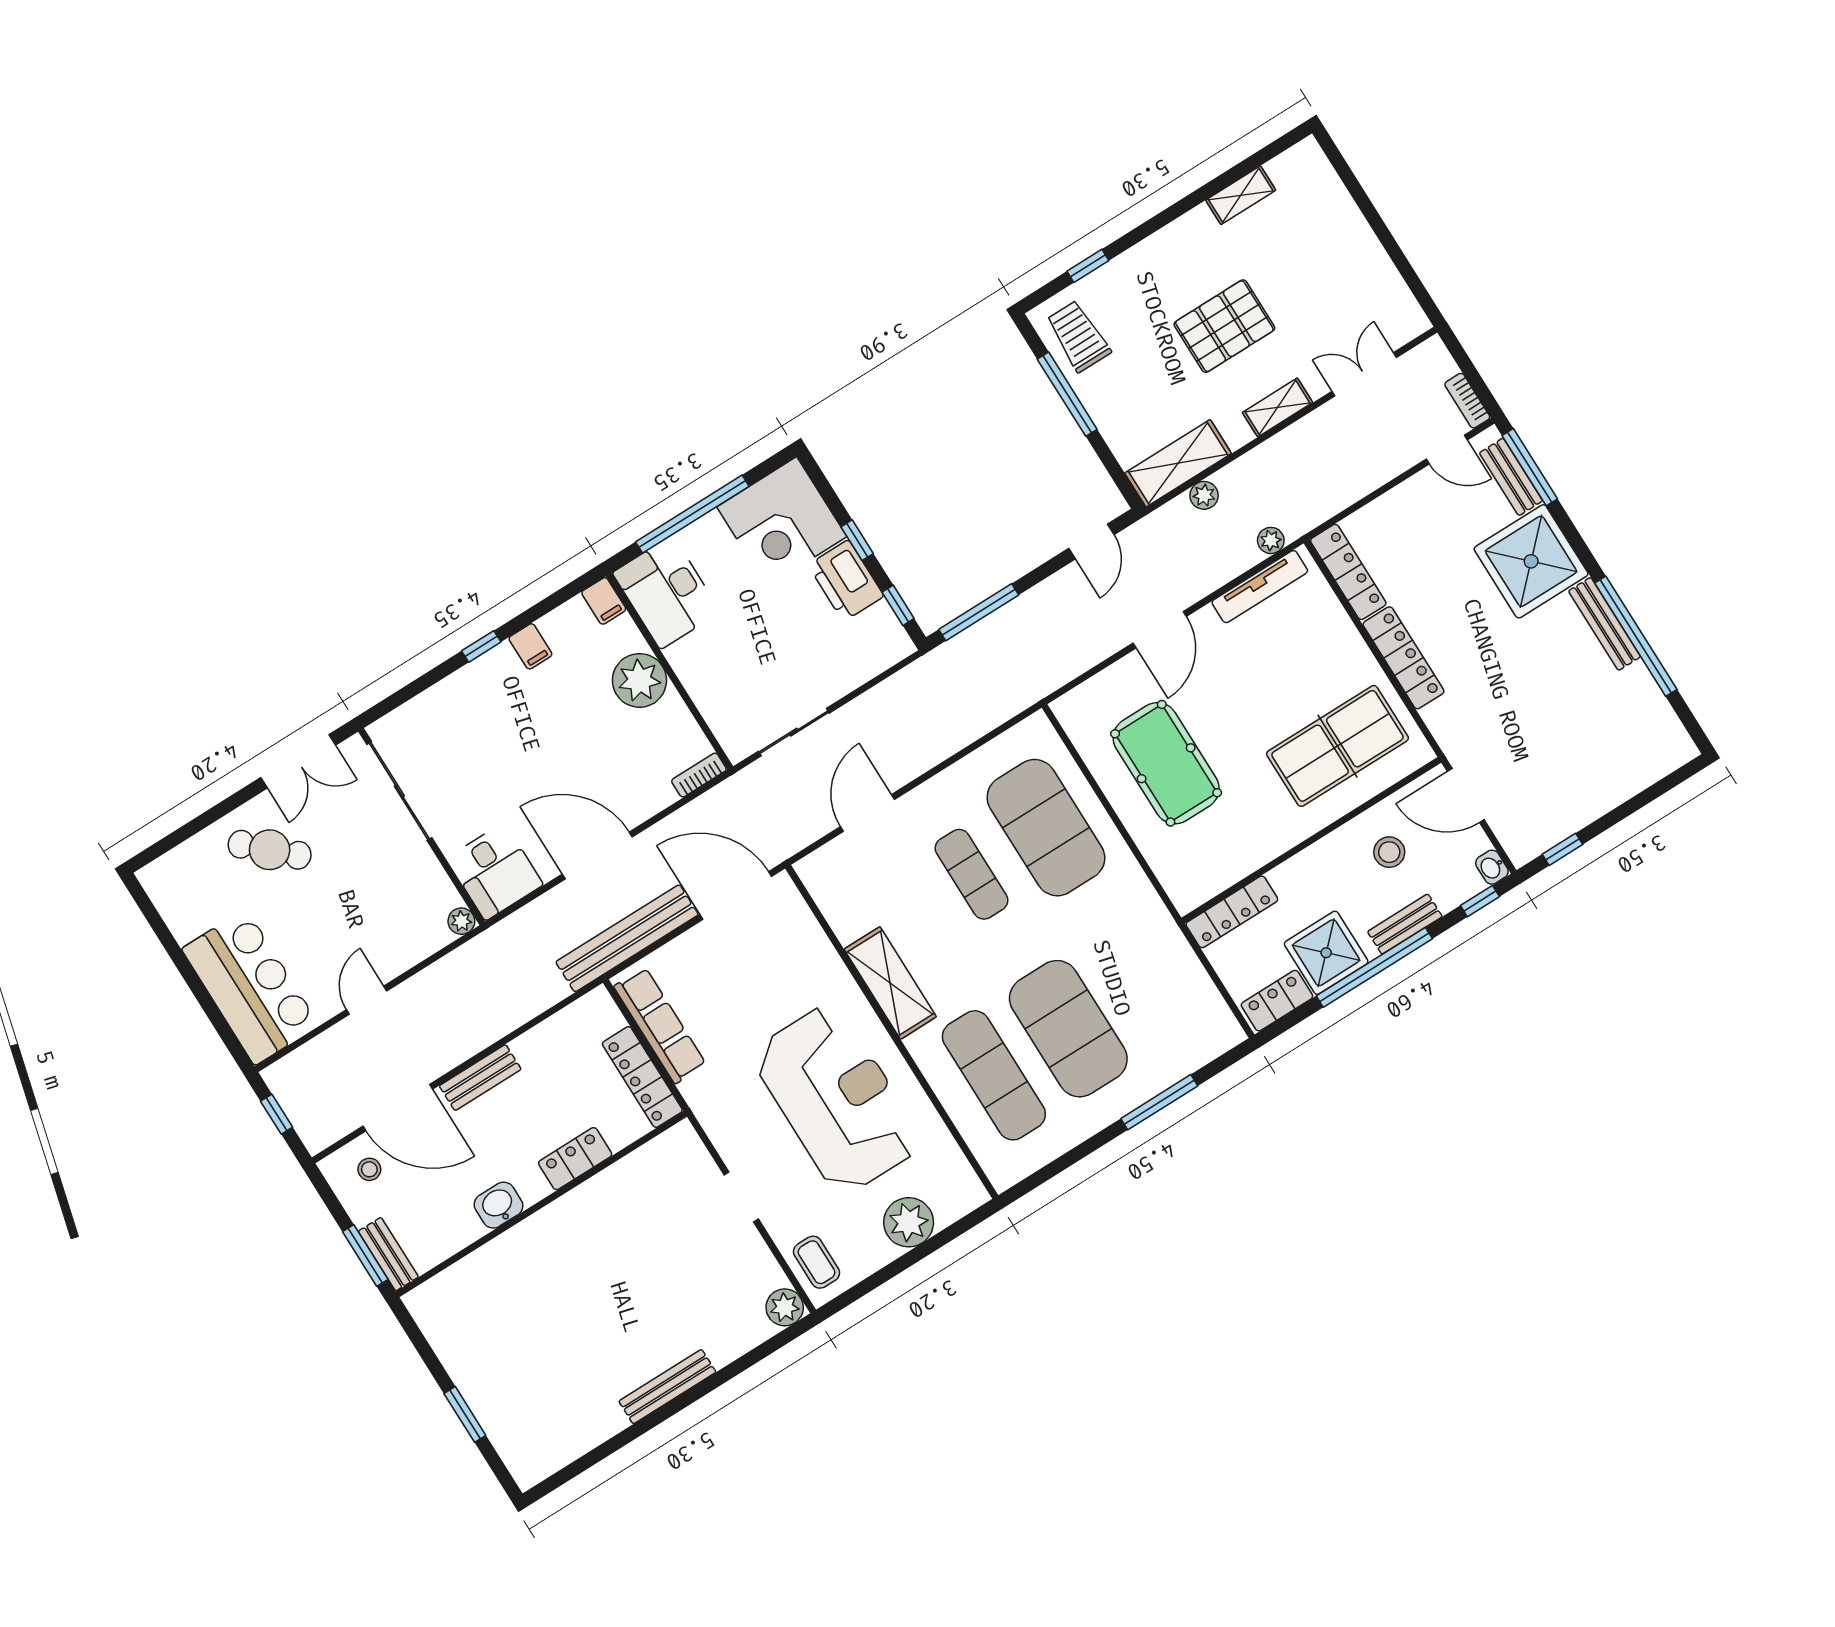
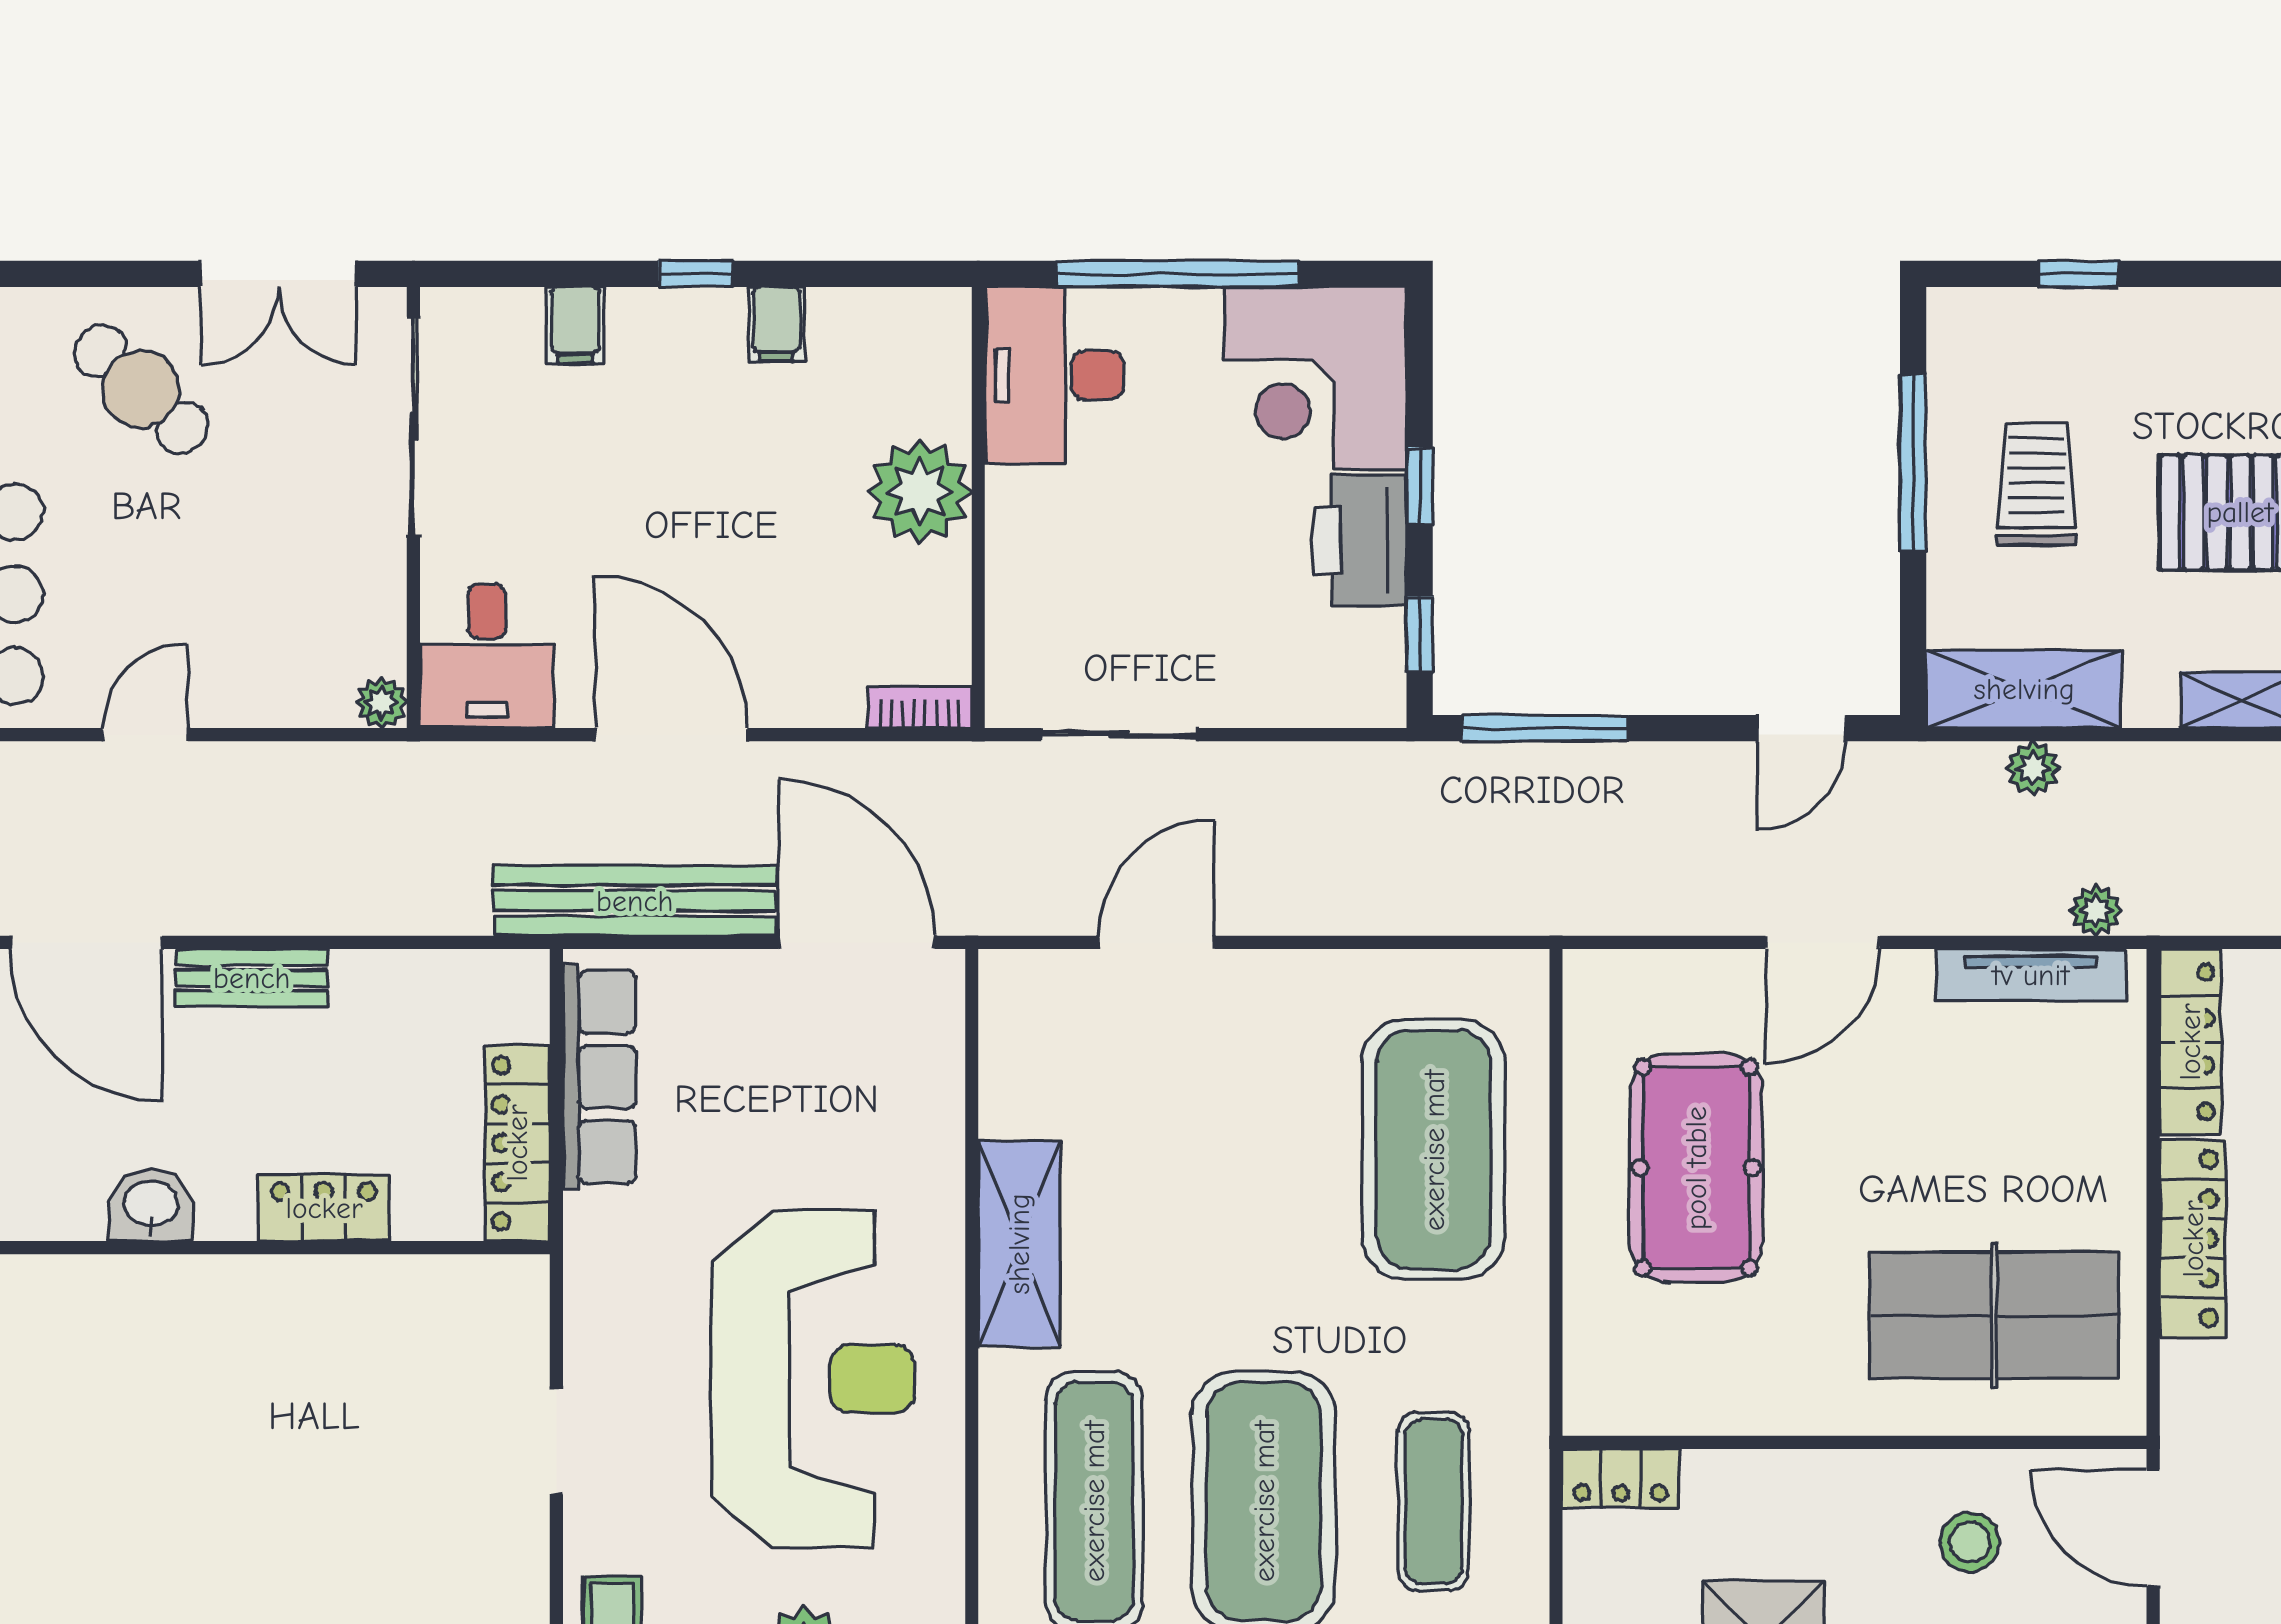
trolley: (1078, 336) -> (2036, 484), moved
filing cabinet: (604, 601) -> (575, 325), moved
exercise mat: (972, 874) -> (1434, 1501), moved
locker: (1232, 912) -> (1621, 1478), width x0.66

